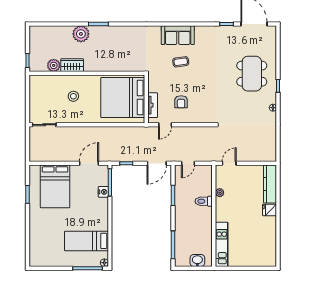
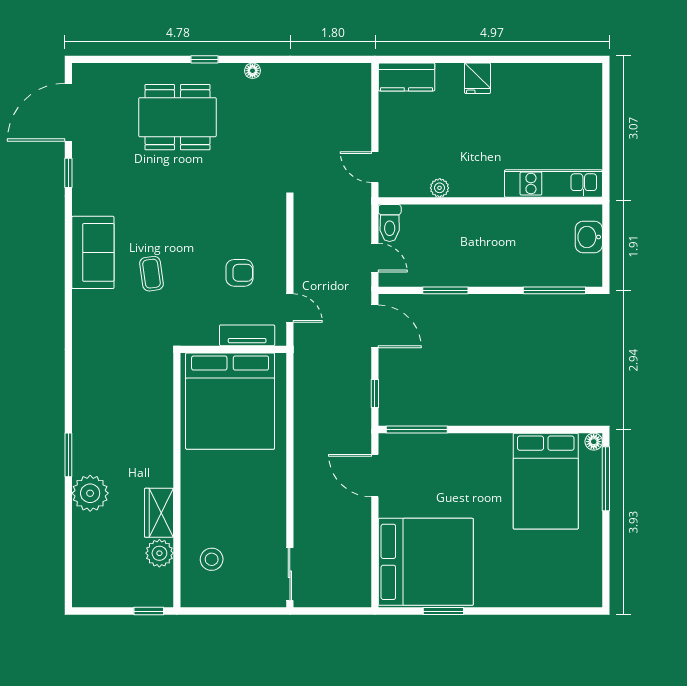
sofa: (178, 35) -> (93, 252), moved
stool: (73, 96) -> (212, 559), moved
kitchen counter: (270, 184) -> (406, 77), width x0.67
bed: (55, 186) -> (426, 562), width x1.36
nightstand: (103, 192) -> (438, 444), removed
toilet: (204, 201) -> (390, 223), moved
bed: (86, 241) -> (546, 481), width x1.50

